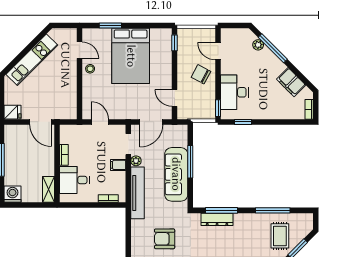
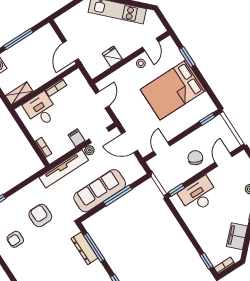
fridge: (13, 112) -> (112, 56), moved, turned 180
window: (243, 122) -> (206, 261), moved

